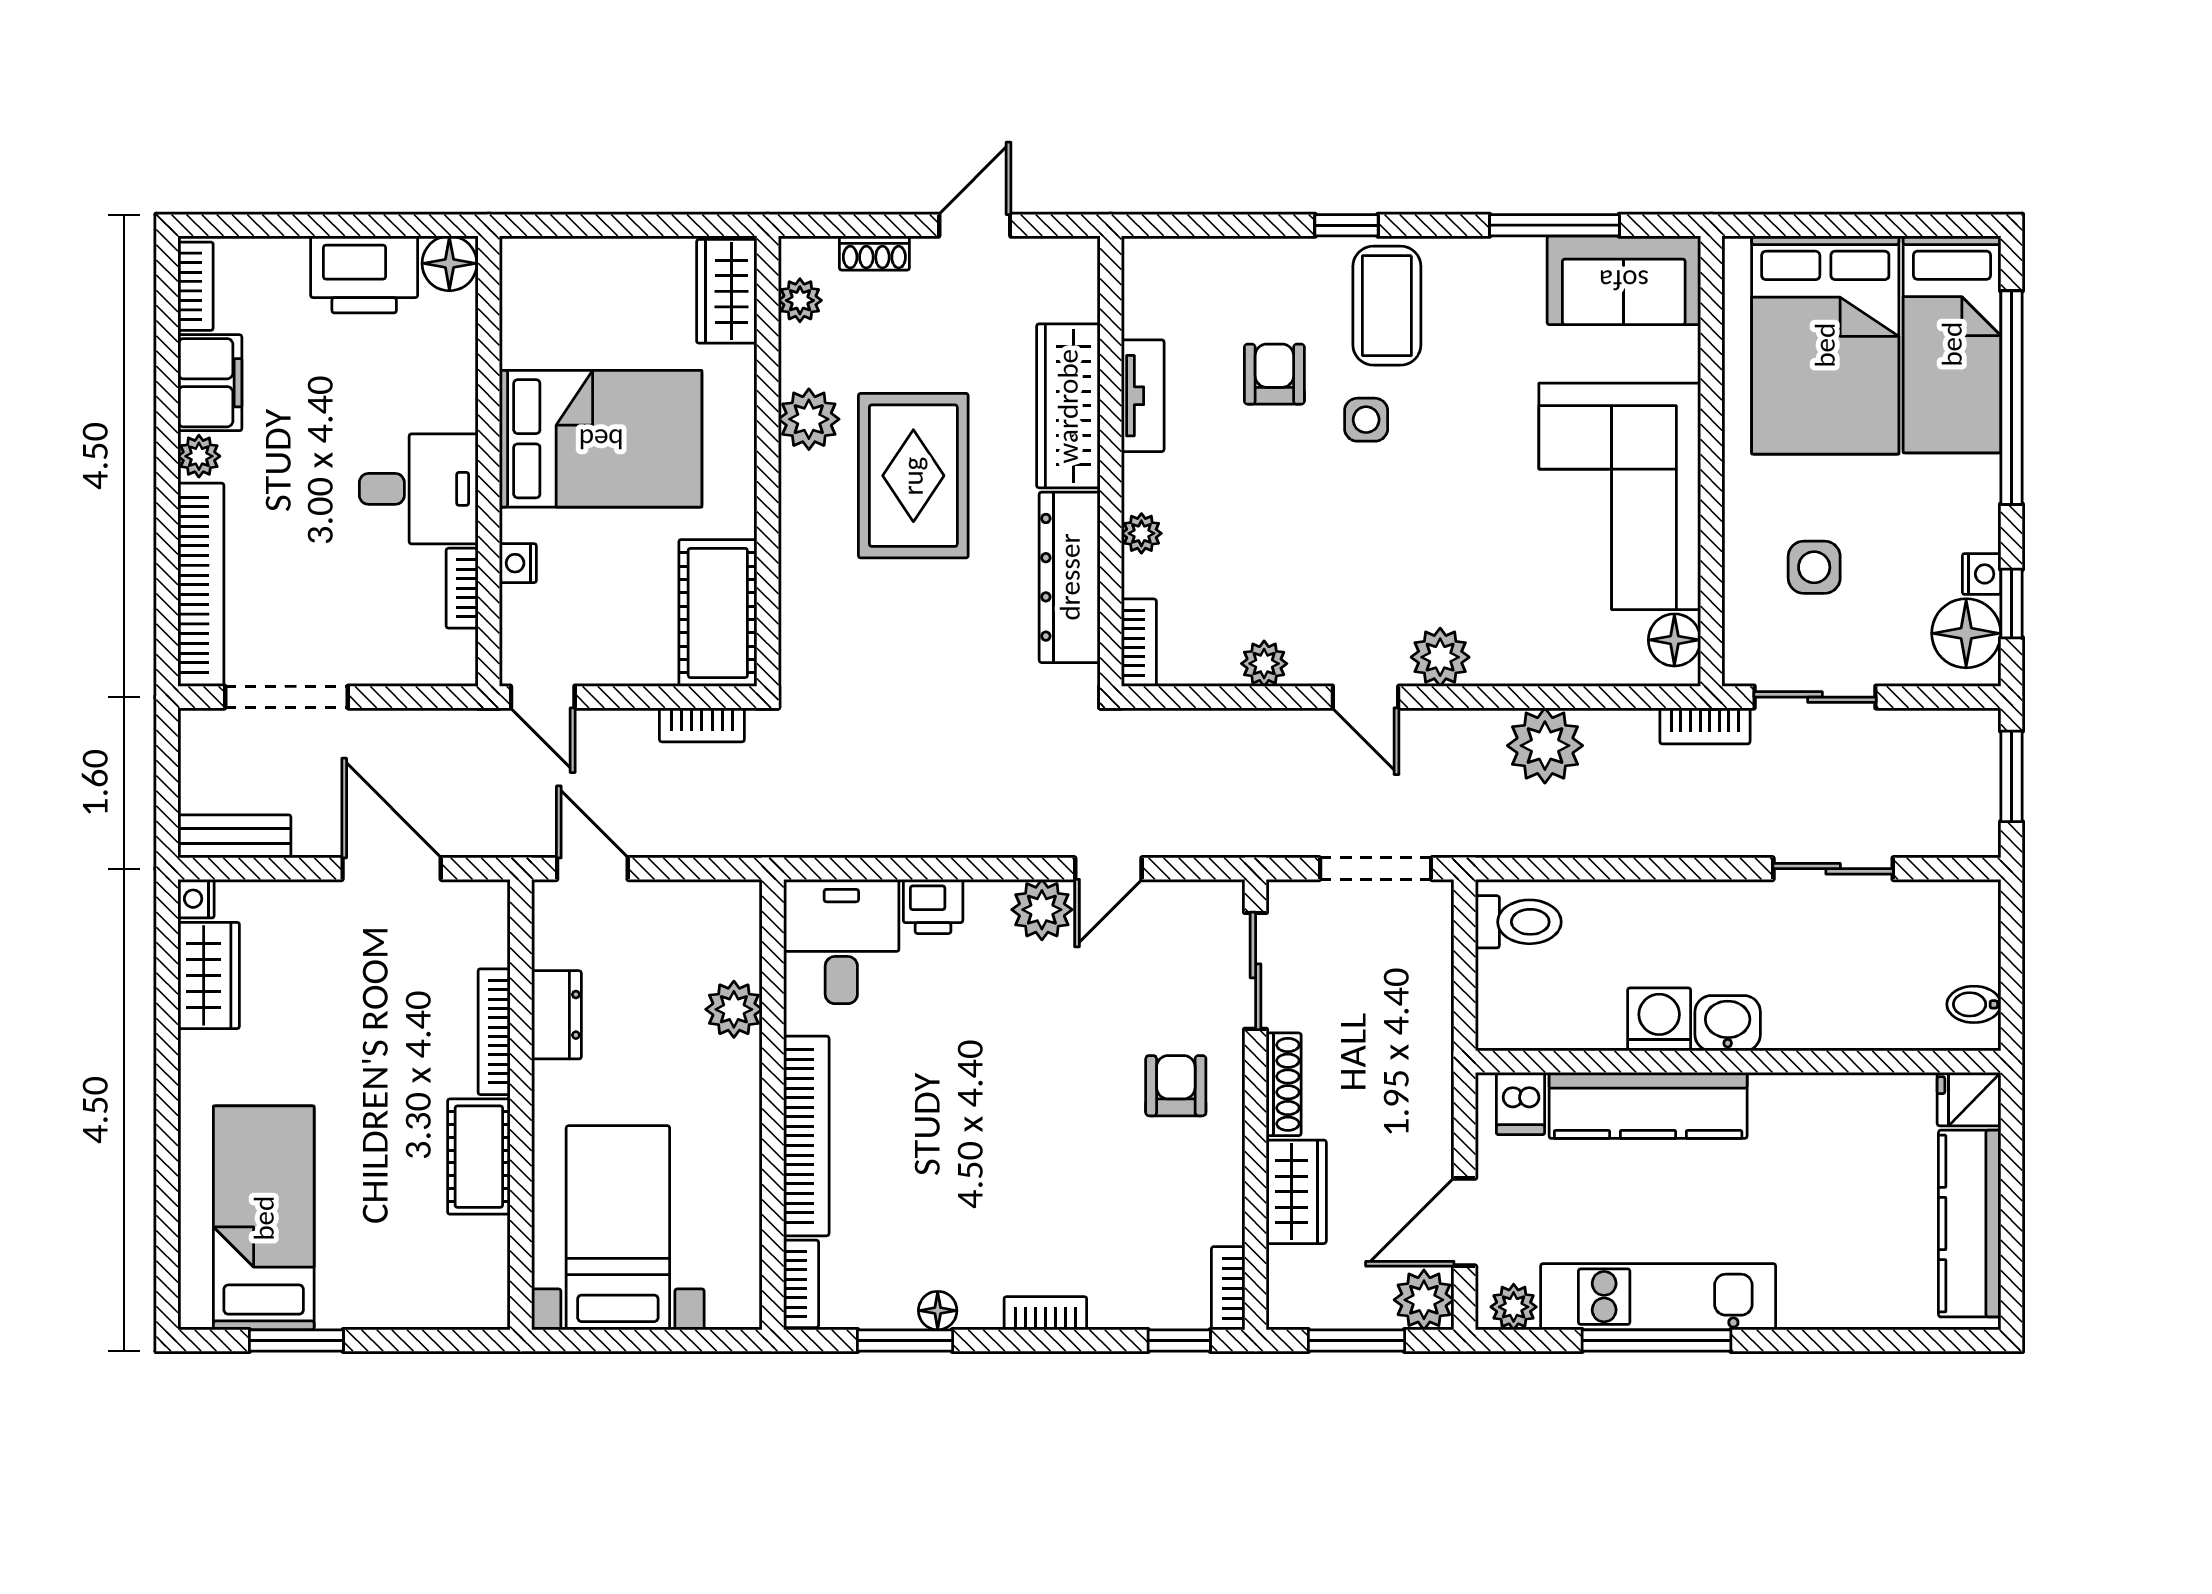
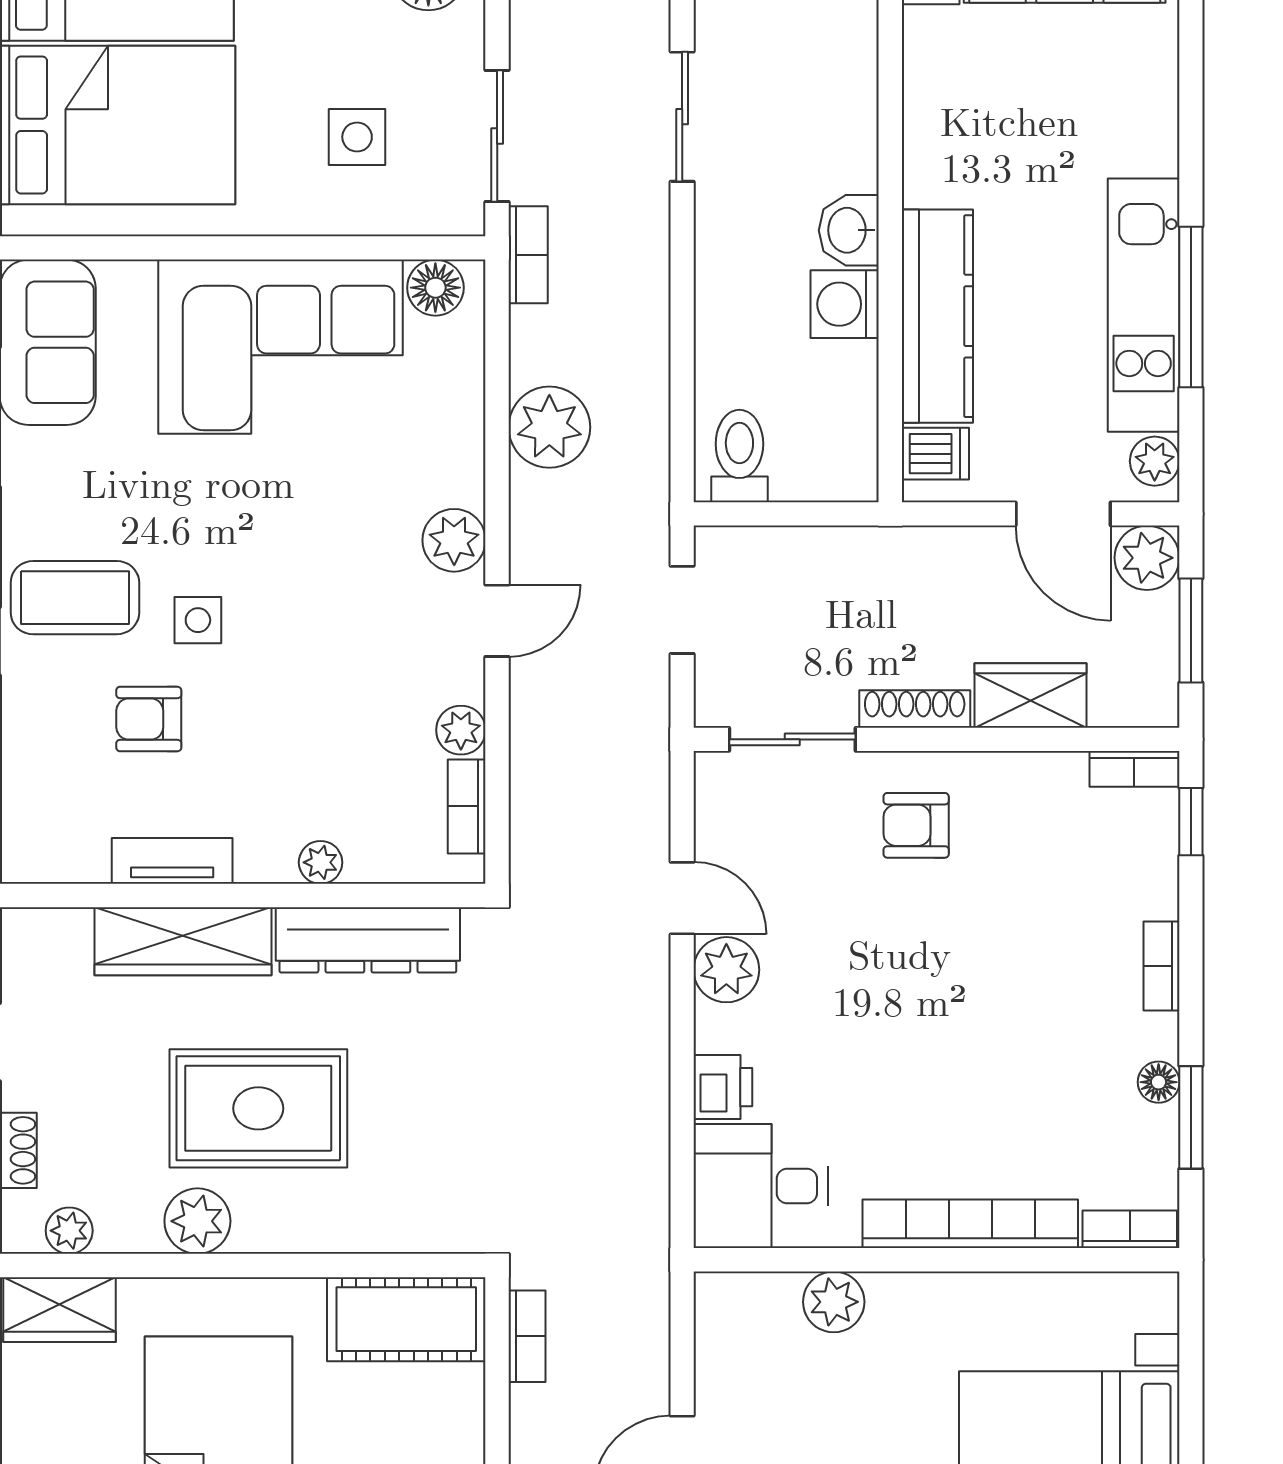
bookcase: (1139, 643) -> (467, 806), moved, turned -90
doorway: (1376, 869) -> (682, 610), width x0.73

